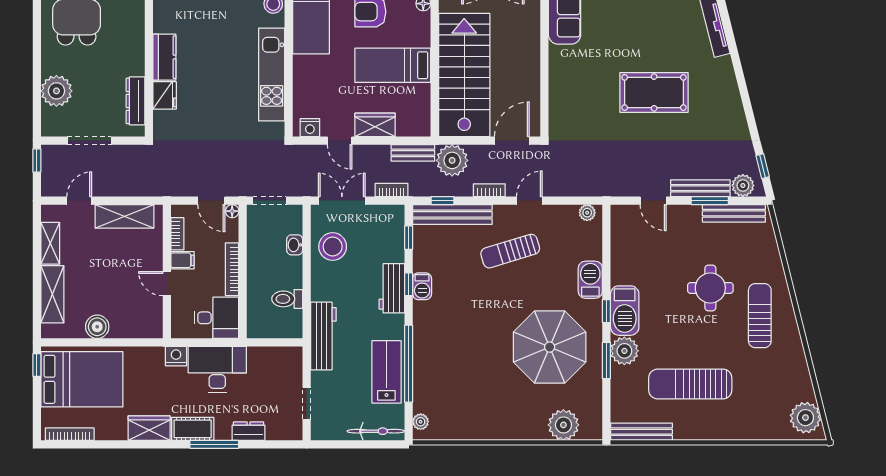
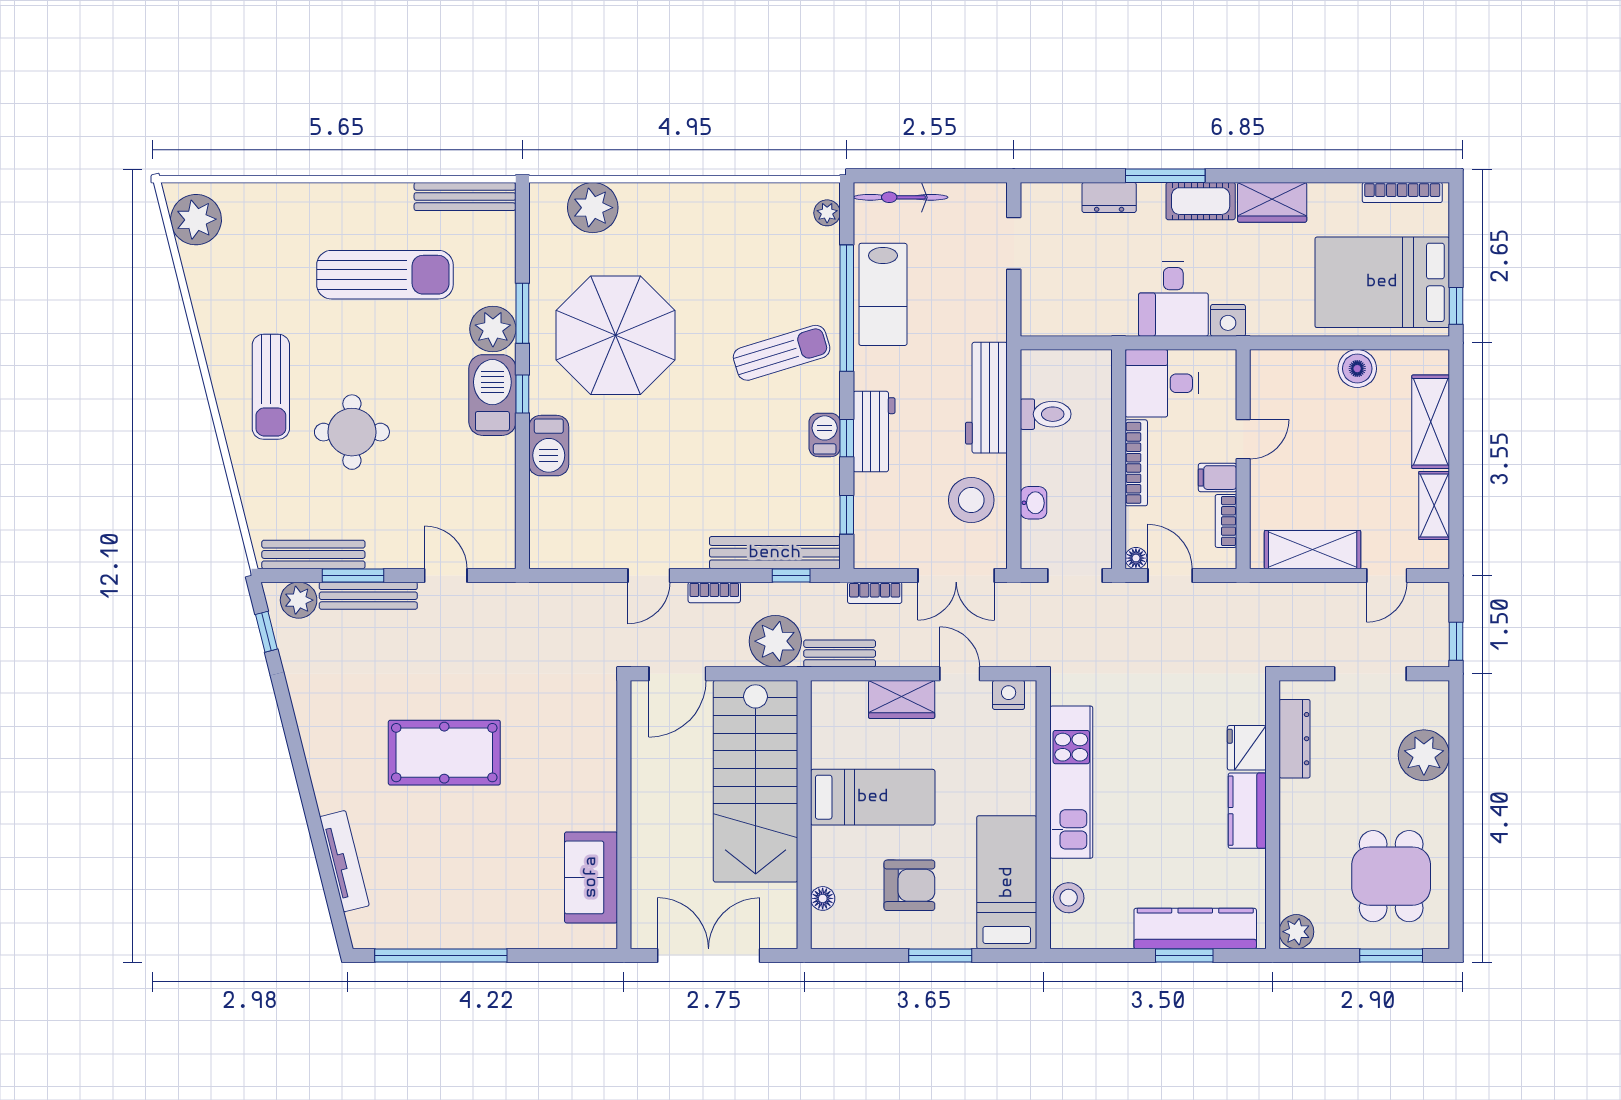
plant: (587, 213) -> (554, 556), removed
sun lounger: (510, 251) -> (782, 353), moved
door: (167, 284) -> (1243, 439), hinge flipped
workbench: (323, 336) -> (986, 398), moved
desk: (217, 369) -> (1173, 299), width x0.73

